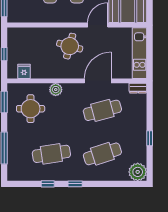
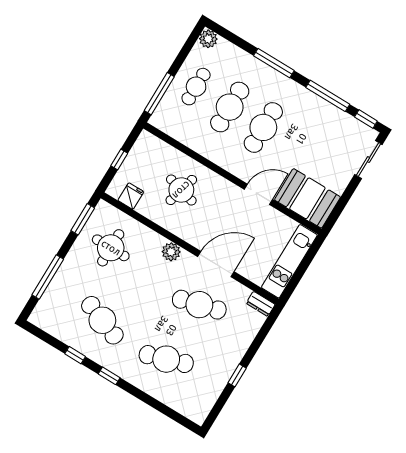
round table: (70, 46) -> (181, 190), moved
plant: (56, 90) -> (171, 252), moved
cafe table: (51, 154) -> (102, 320), turned 30
plant: (138, 172) -> (197, 408), removed

